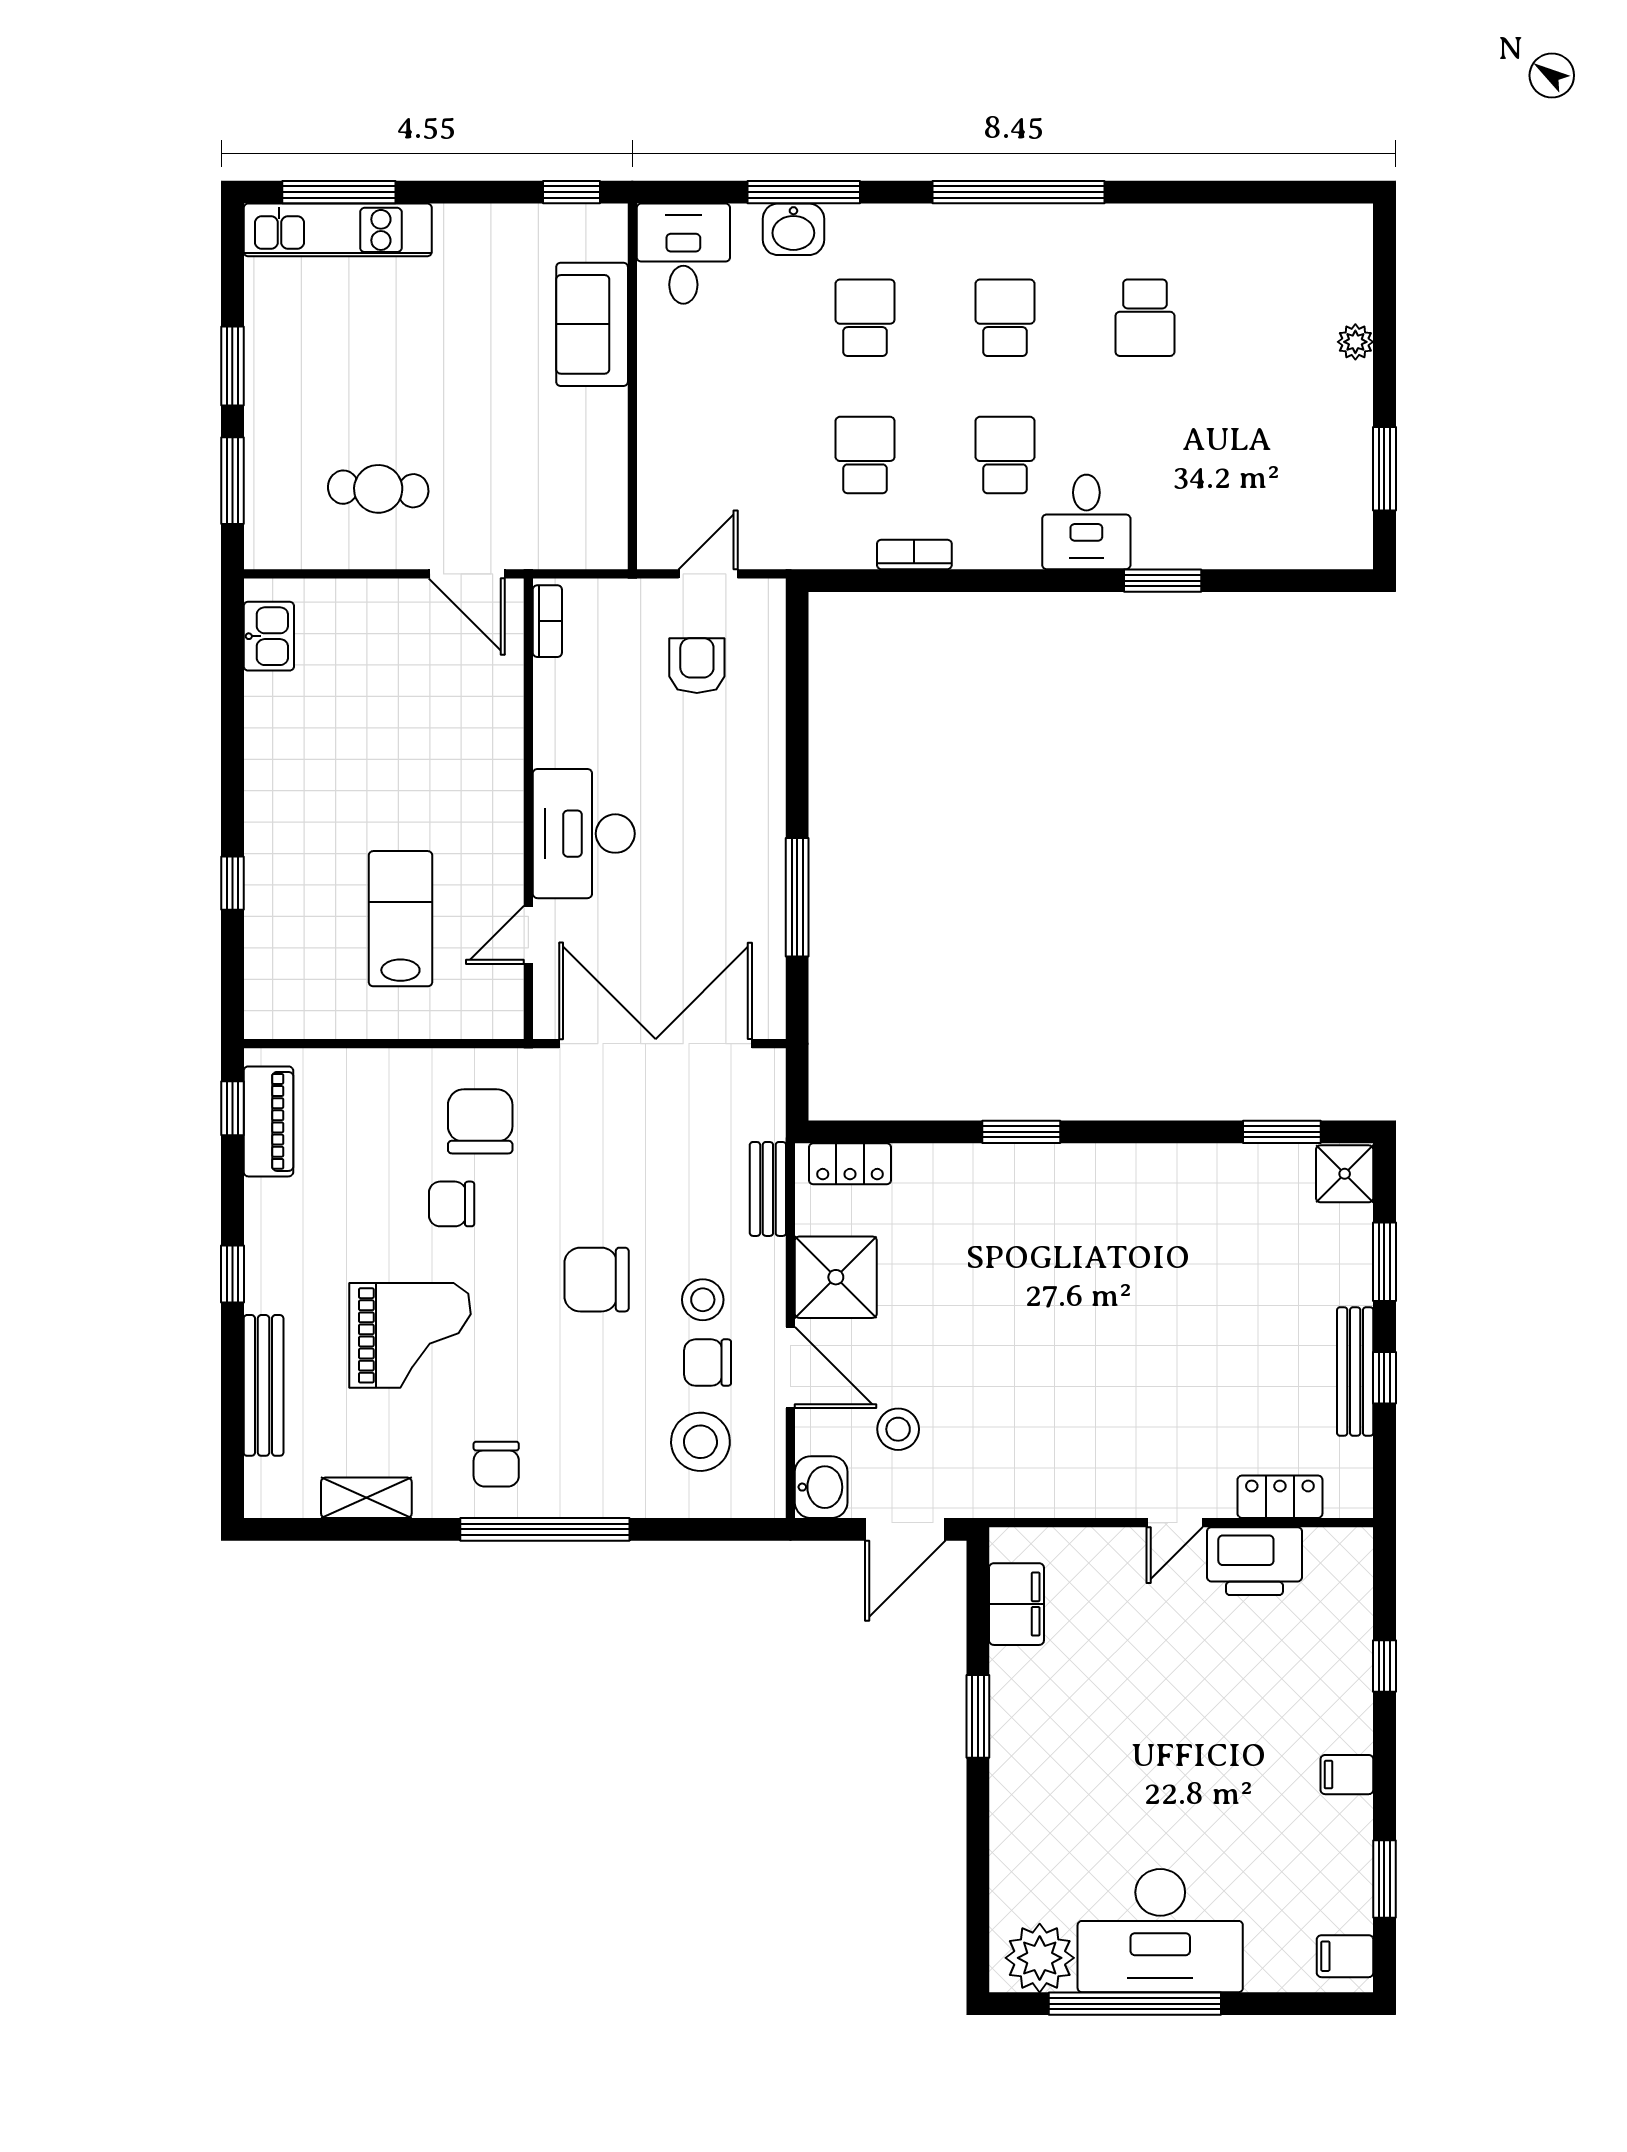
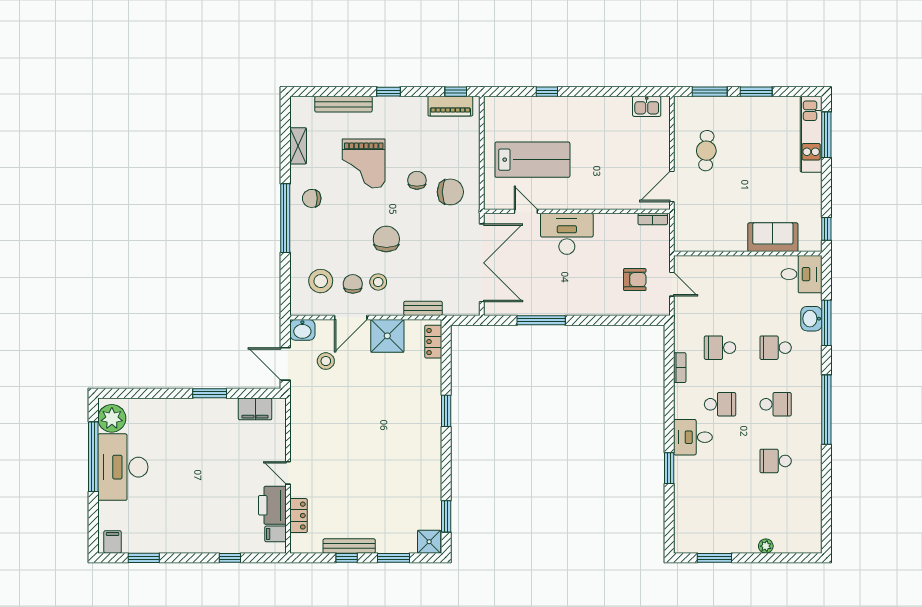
school desk: (865, 318) -> (776, 348), turned 180
school desk: (865, 455) -> (720, 348), turned 180
lab bench: (400, 919) -> (532, 160), width x1.36, depth x1.39
filing cabinet: (1347, 1775) -> (276, 534), moved, turned -90

